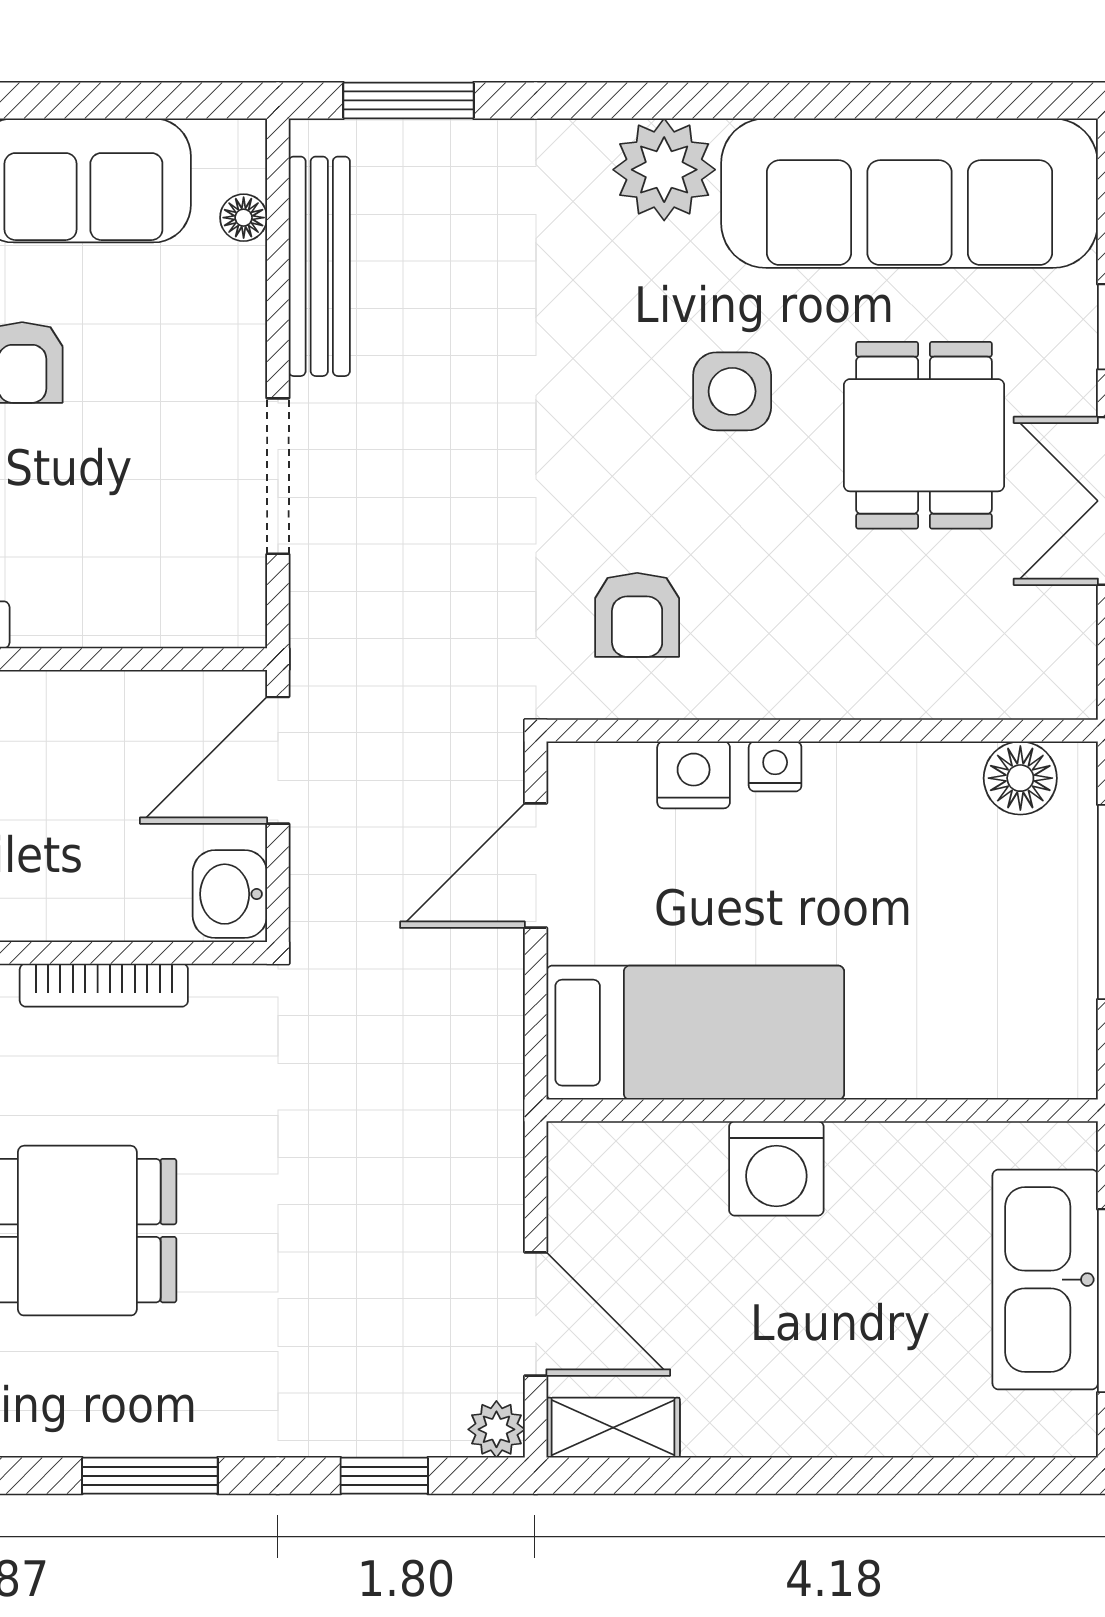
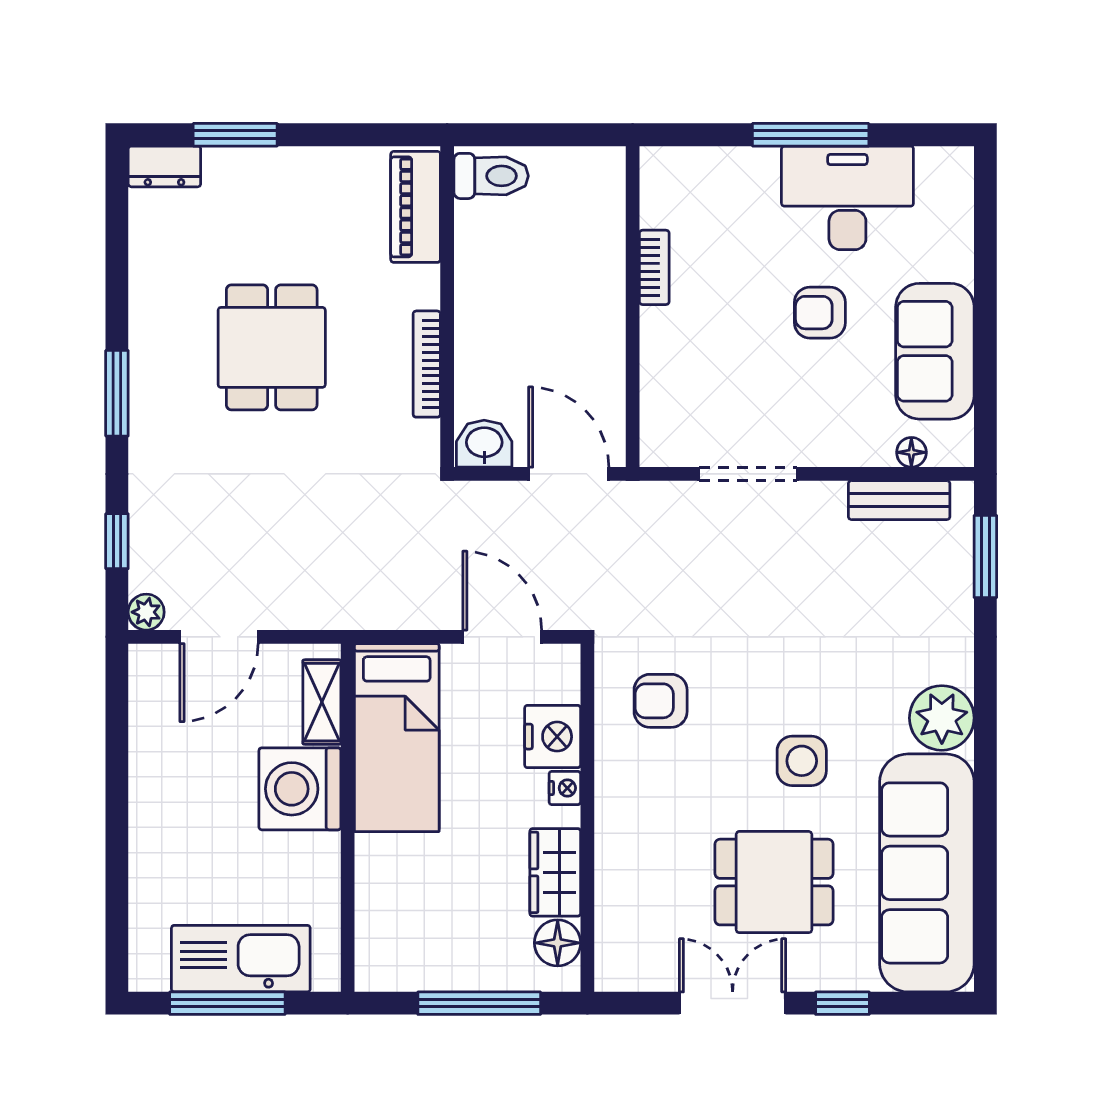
bench: (319, 266) -> (899, 500), width x0.73
nightstand: (694, 775) -> (553, 737), width x1.36, depth x1.33
wardrobe: (909, 782) -> (555, 872), added
washing machine: (776, 1168) -> (300, 789), width x1.37, depth x1.37
shelving: (613, 1428) -> (322, 702), moved

